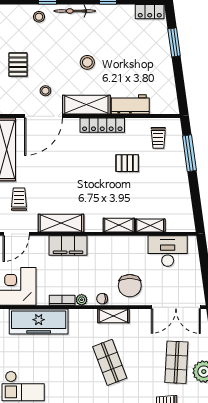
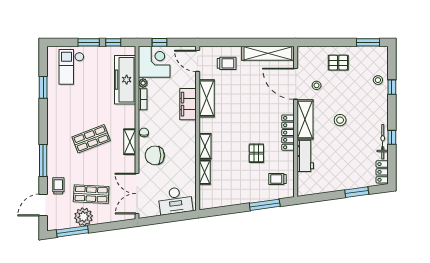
bicycle: (75, 11) -> (383, 142), moved
desk: (168, 251) -> (175, 201), moved, turned 82
plant: (82, 300) -> (143, 83), moved

